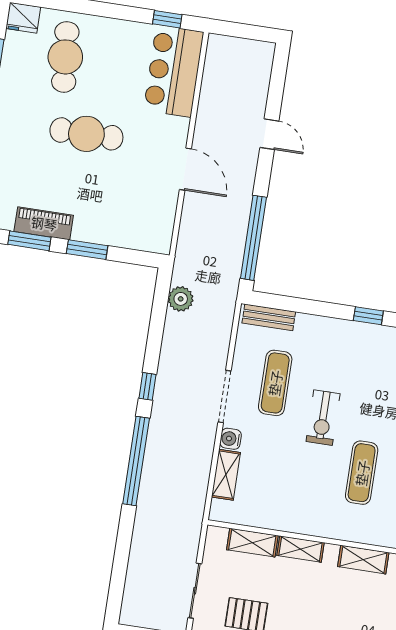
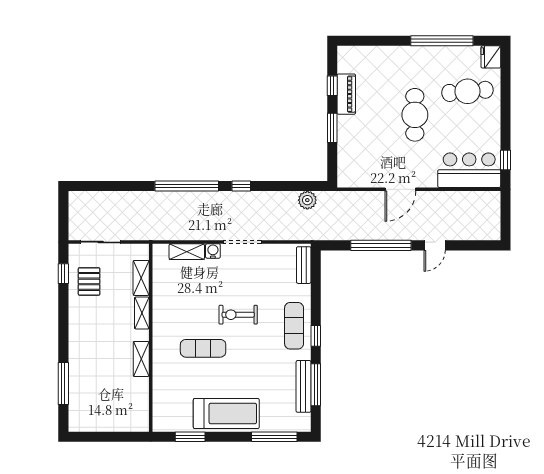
window: (253, 238) -> (381, 245), moved
window: (29, 241) -> (332, 86), width x0.67
exercise mat: (275, 383) -> (294, 326), moved, turned 90

